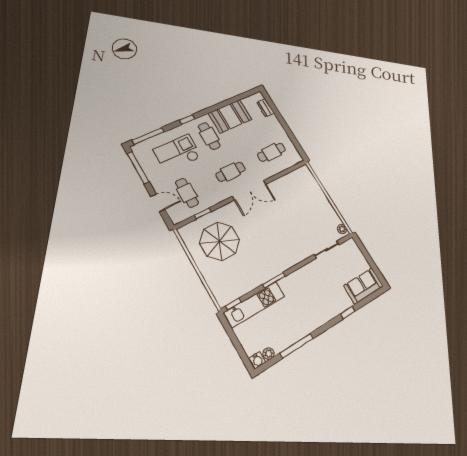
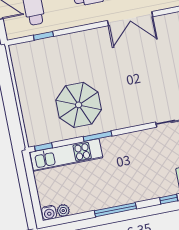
double door: (249, 190) -> (130, 19), moved
parasol: (220, 241) -> (79, 105), moved
window: (297, 346) -> (115, 210), moved

